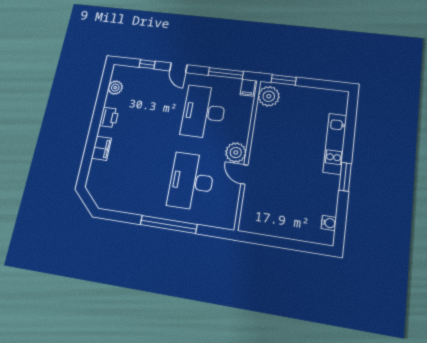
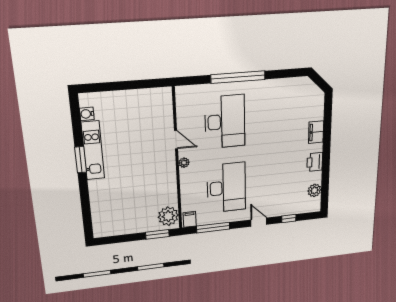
kitchen unit: (335, 144) -> (93, 150), moved
plant: (236, 152) -> (184, 163), width x0.53, depth x0.53

